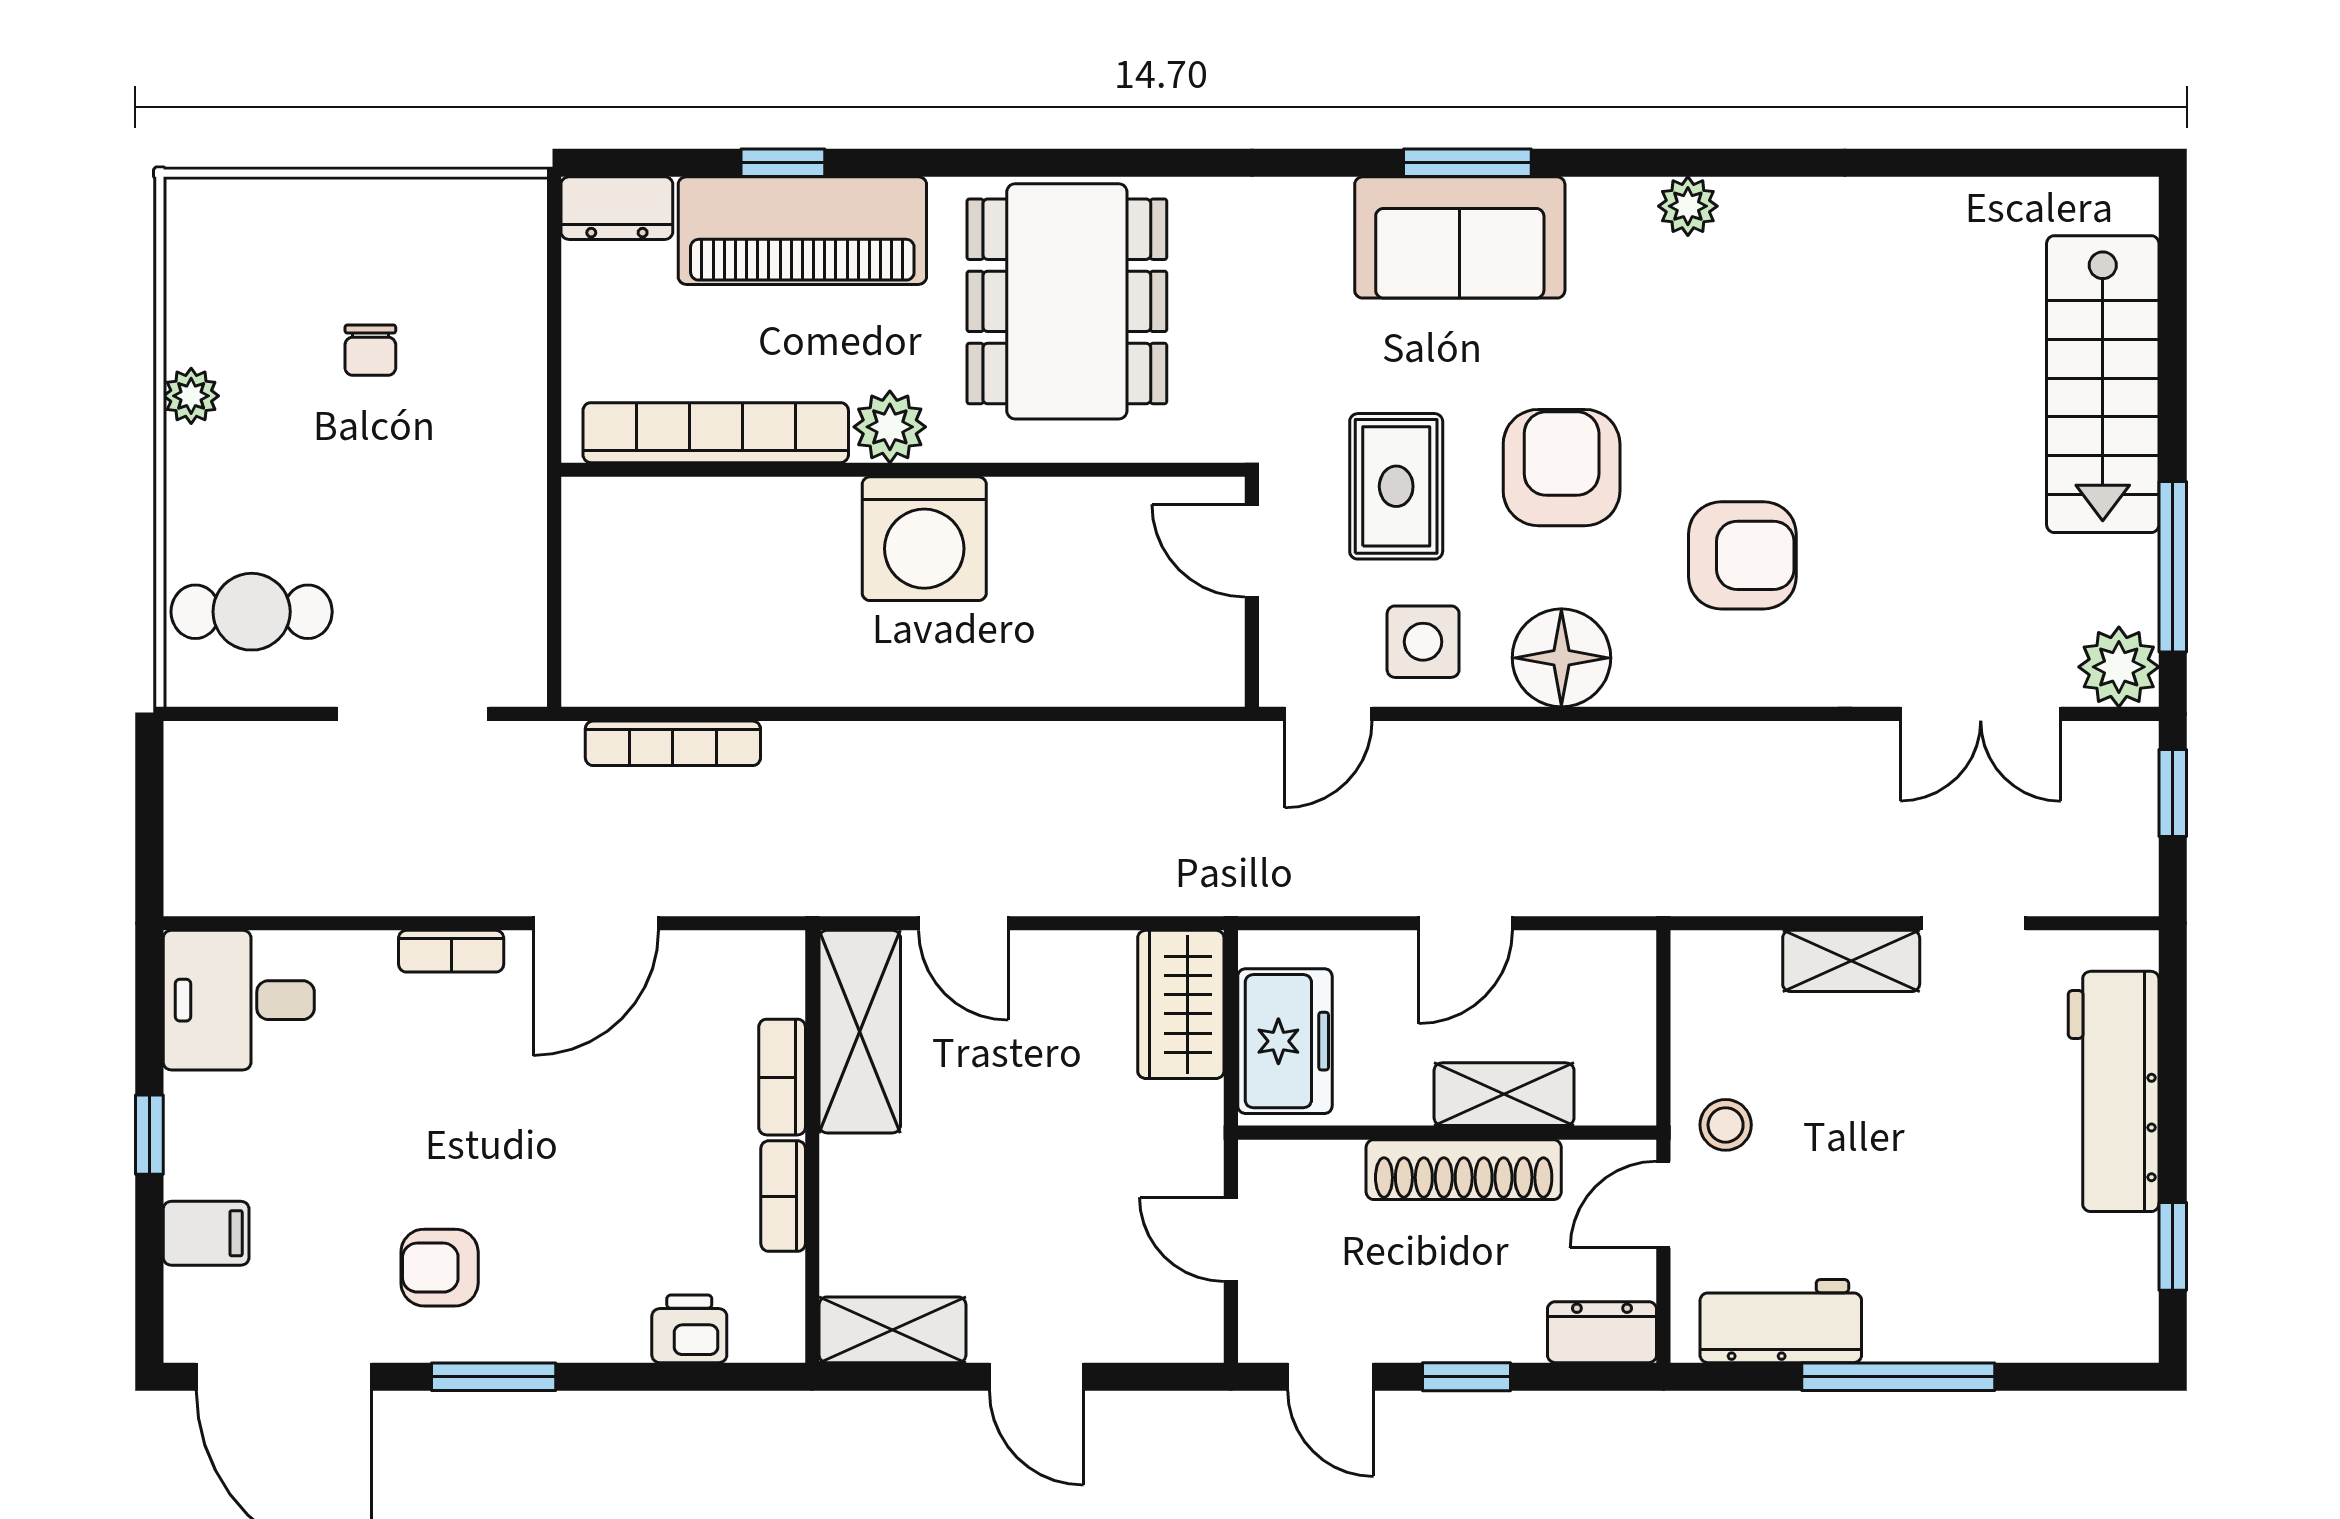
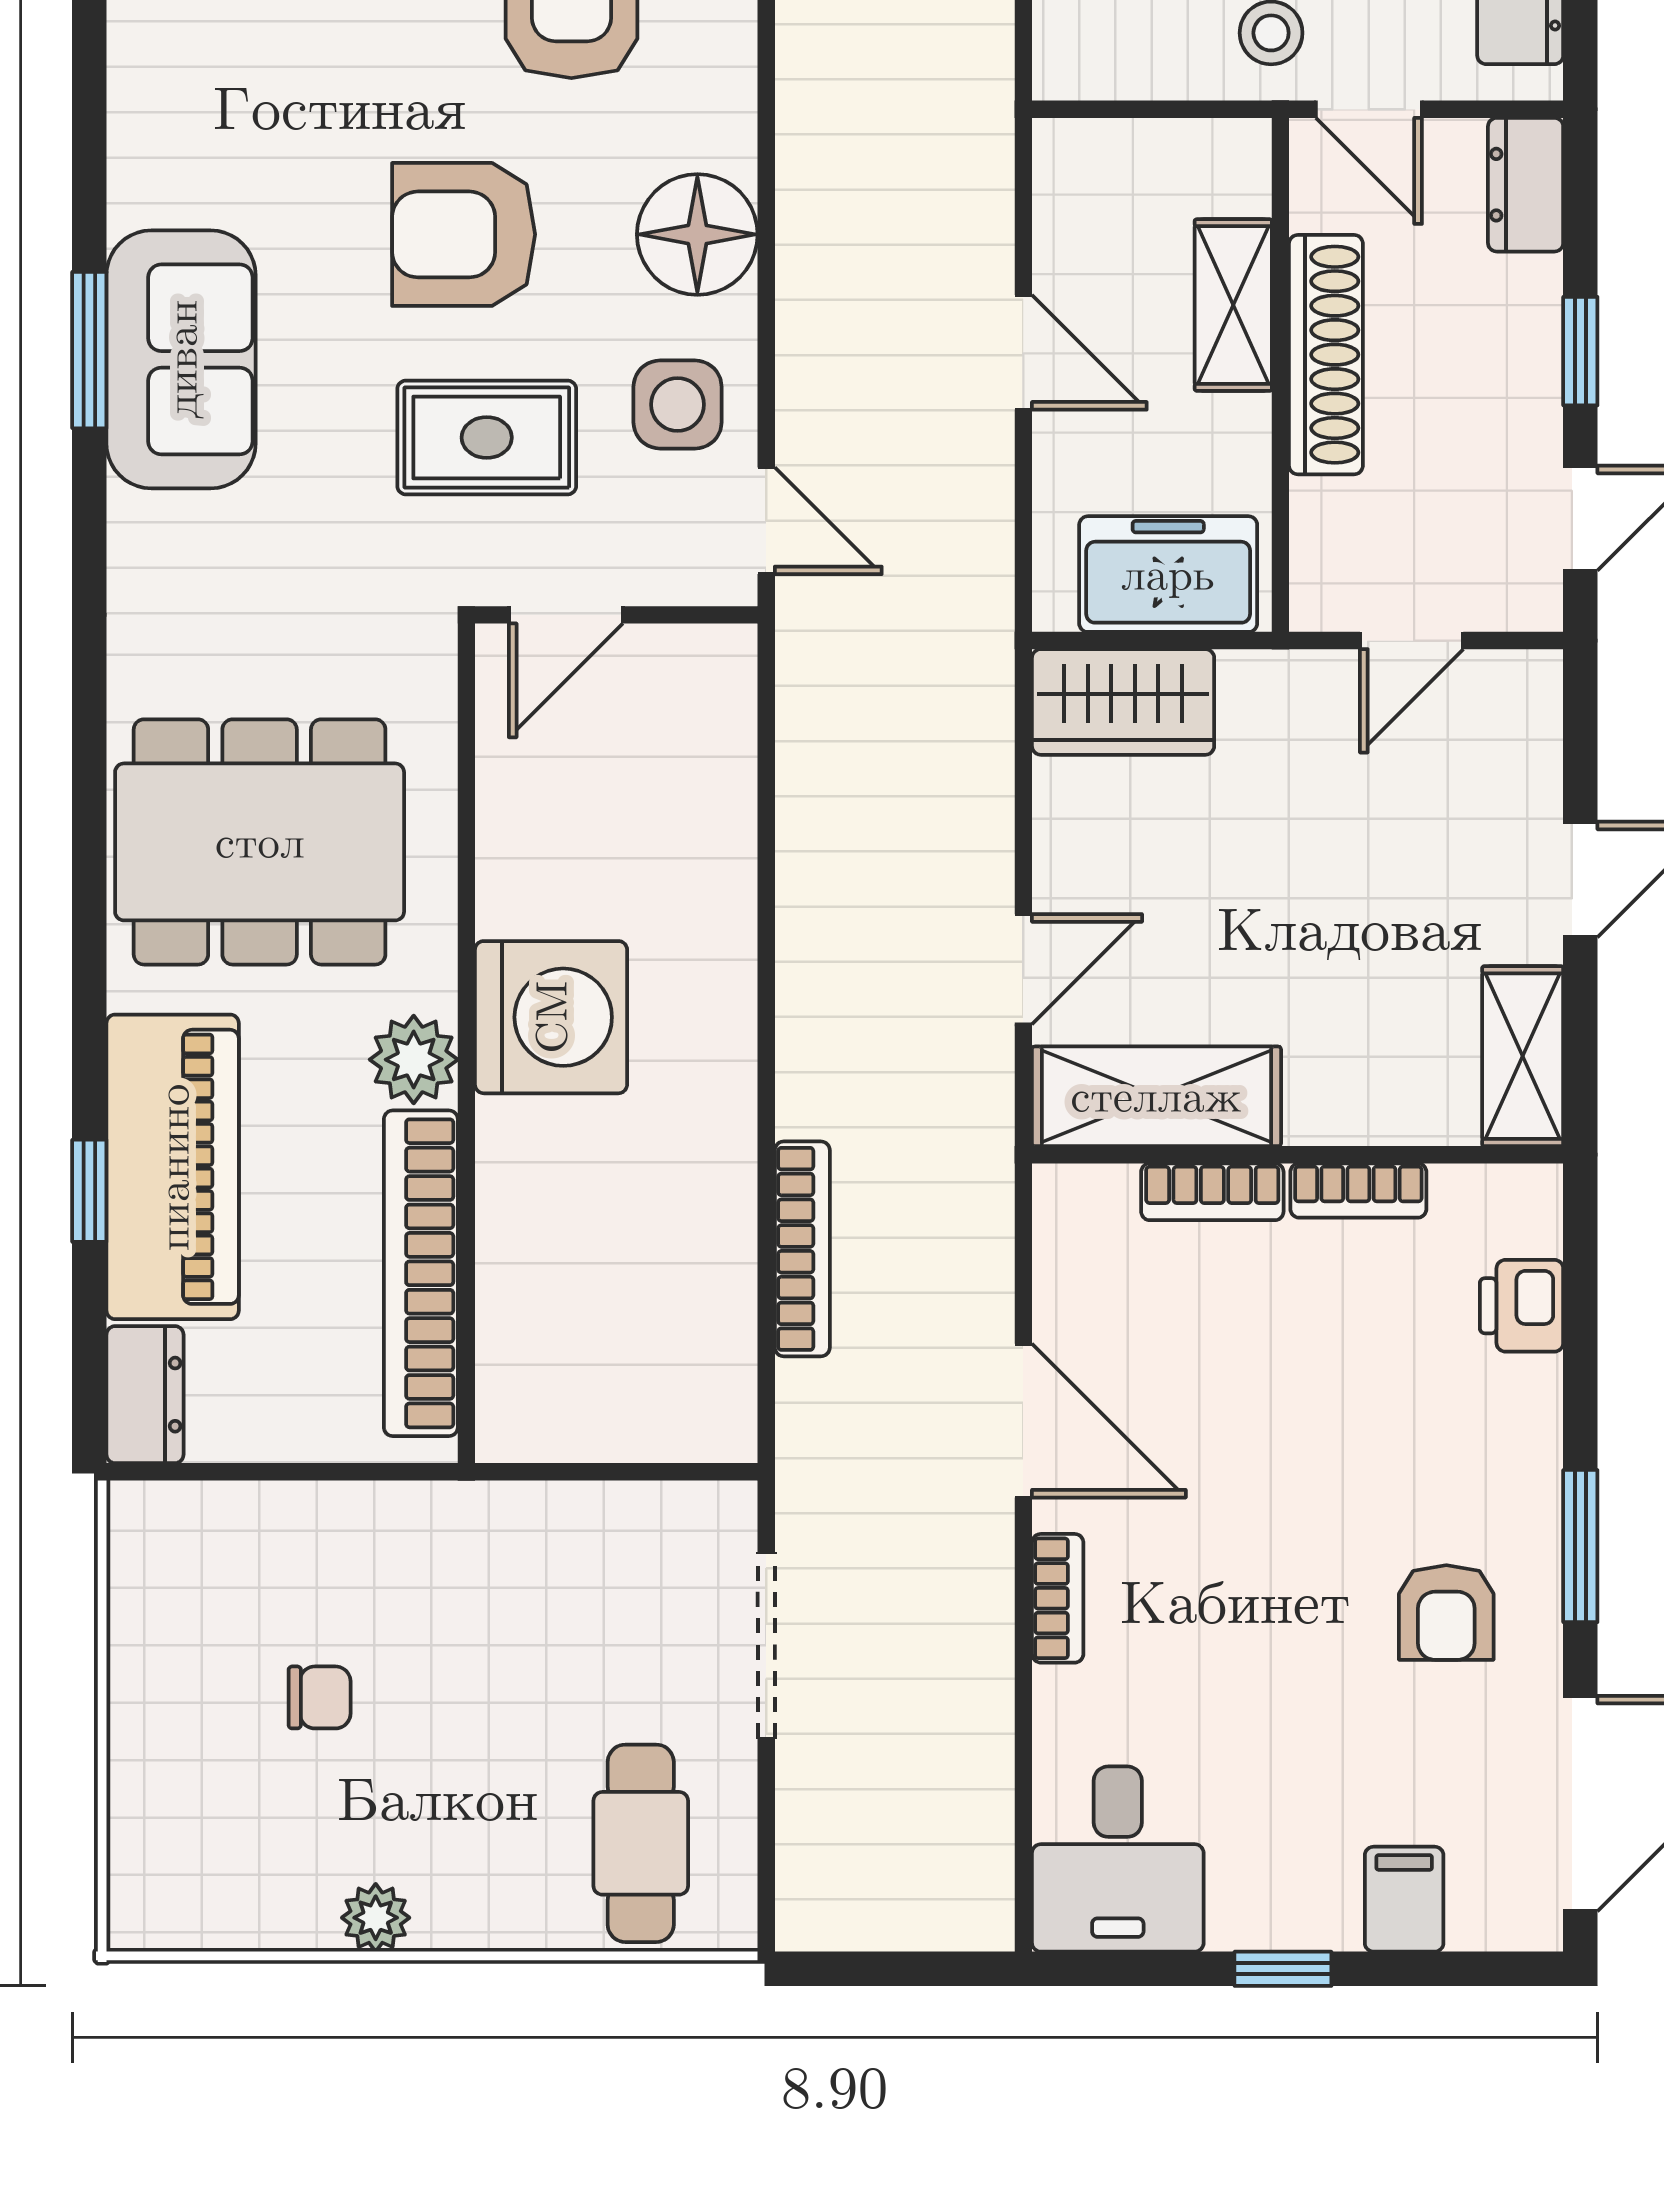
plant: (1688, 206) -> (143, 79), removed
bookcase: (673, 743) -> (802, 1249), moved

